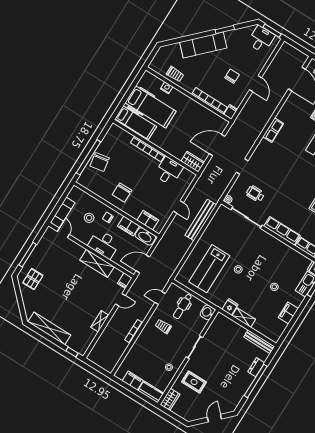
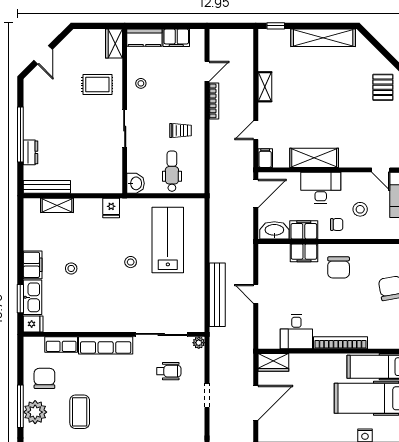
chair: (122, 192) -> (339, 267), turned 180
filing cabinet: (148, 220) -> (304, 253), moved
door: (160, 298) -> (207, 71), moved
filing cabinet: (288, 313) -> (33, 265), moved
shelving: (244, 318) -> (57, 205), moved

